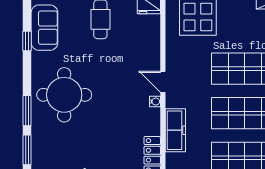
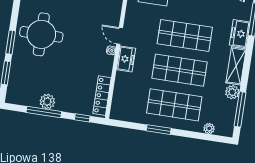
freezer: (175, 130) -> (126, 59), moved, width x0.71

